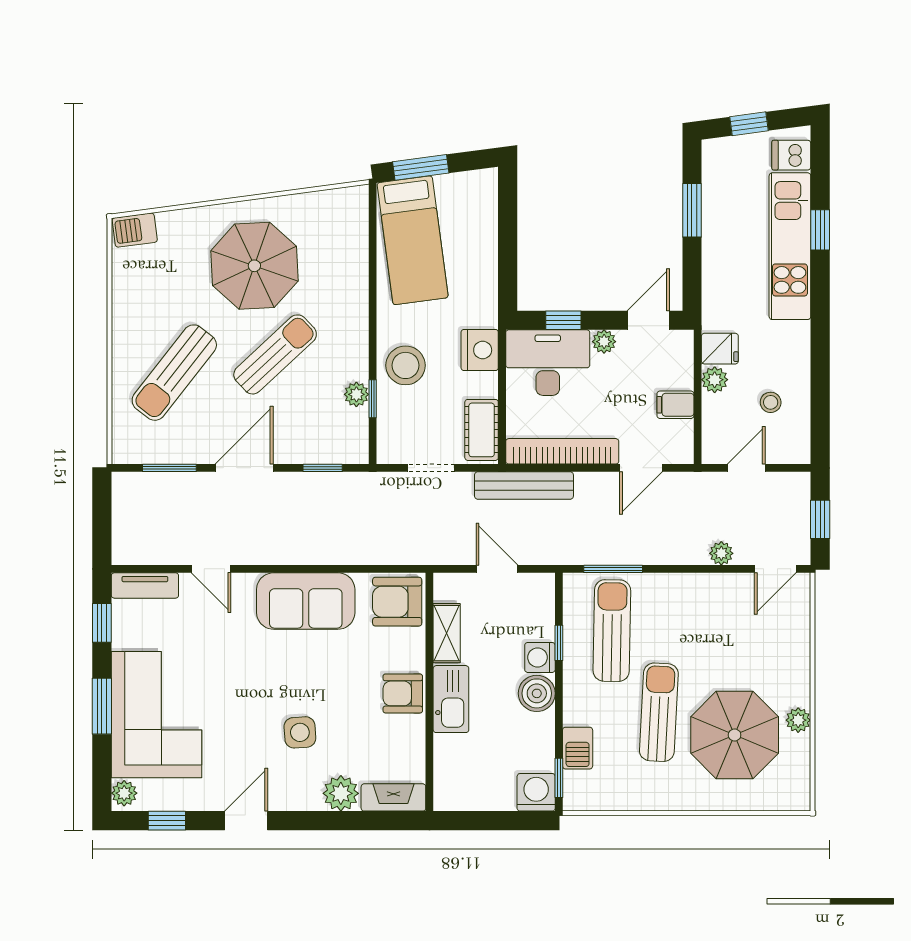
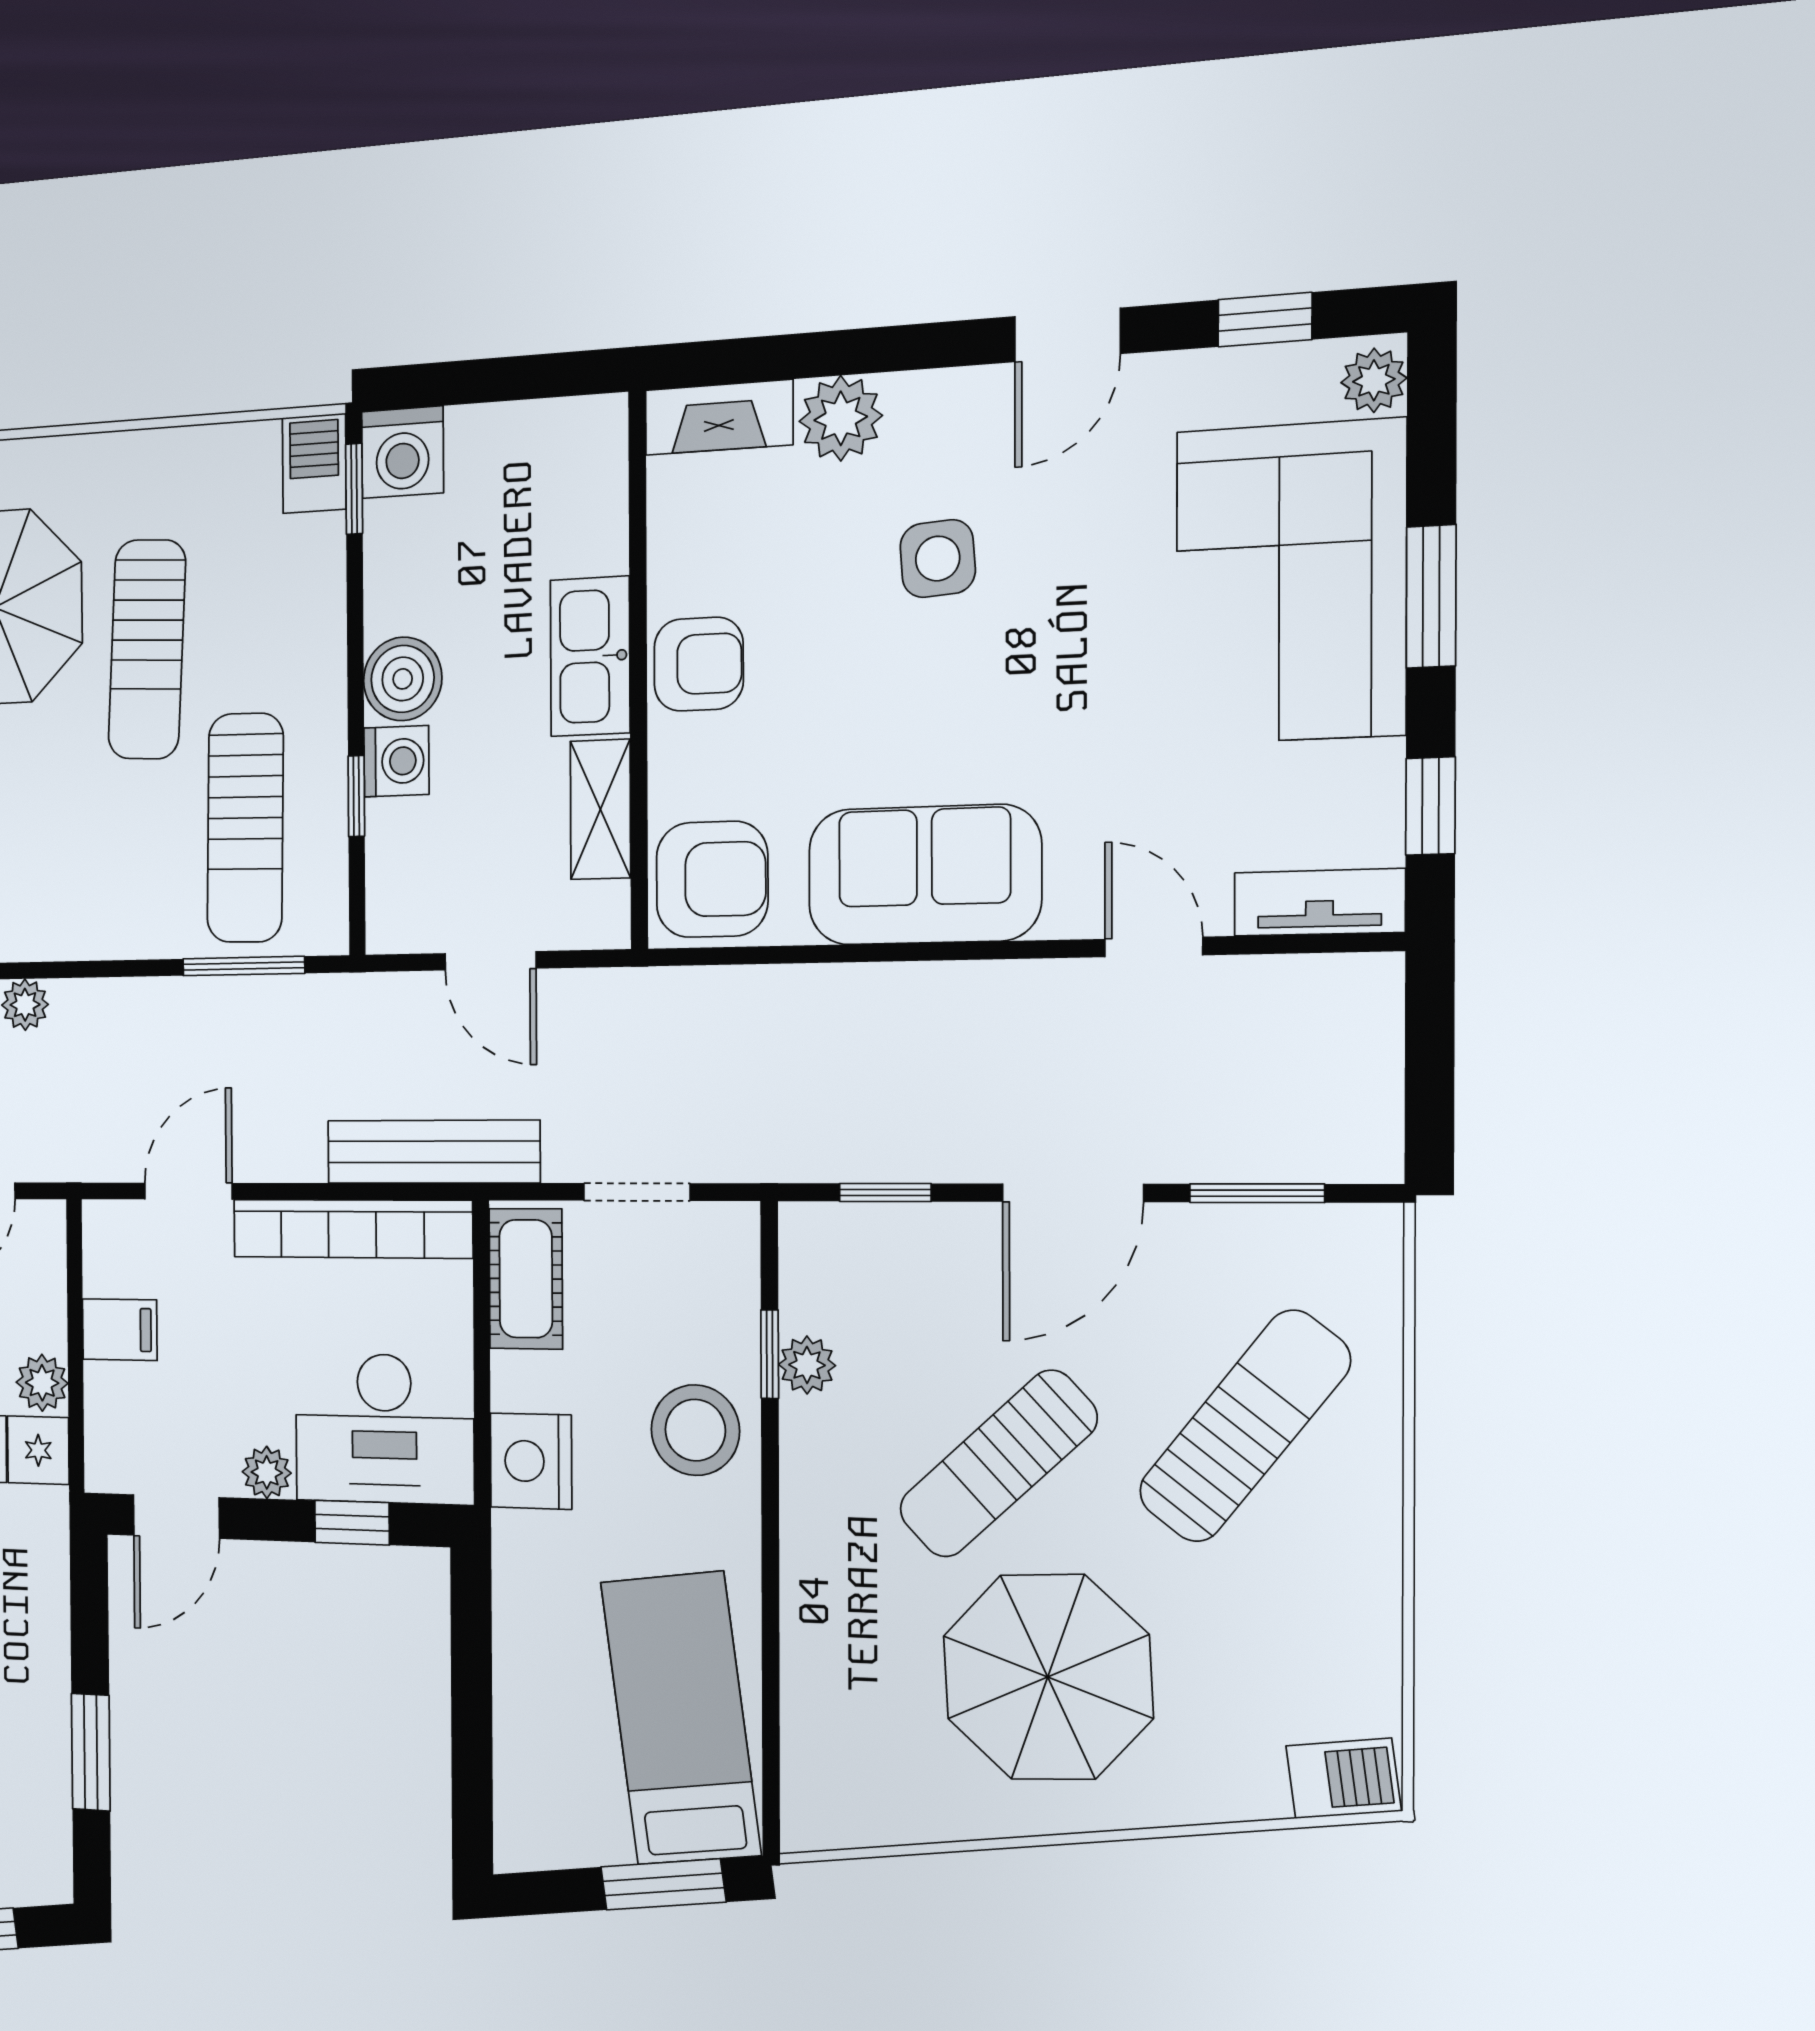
barbecue: (578, 748) -> (314, 463), moved

